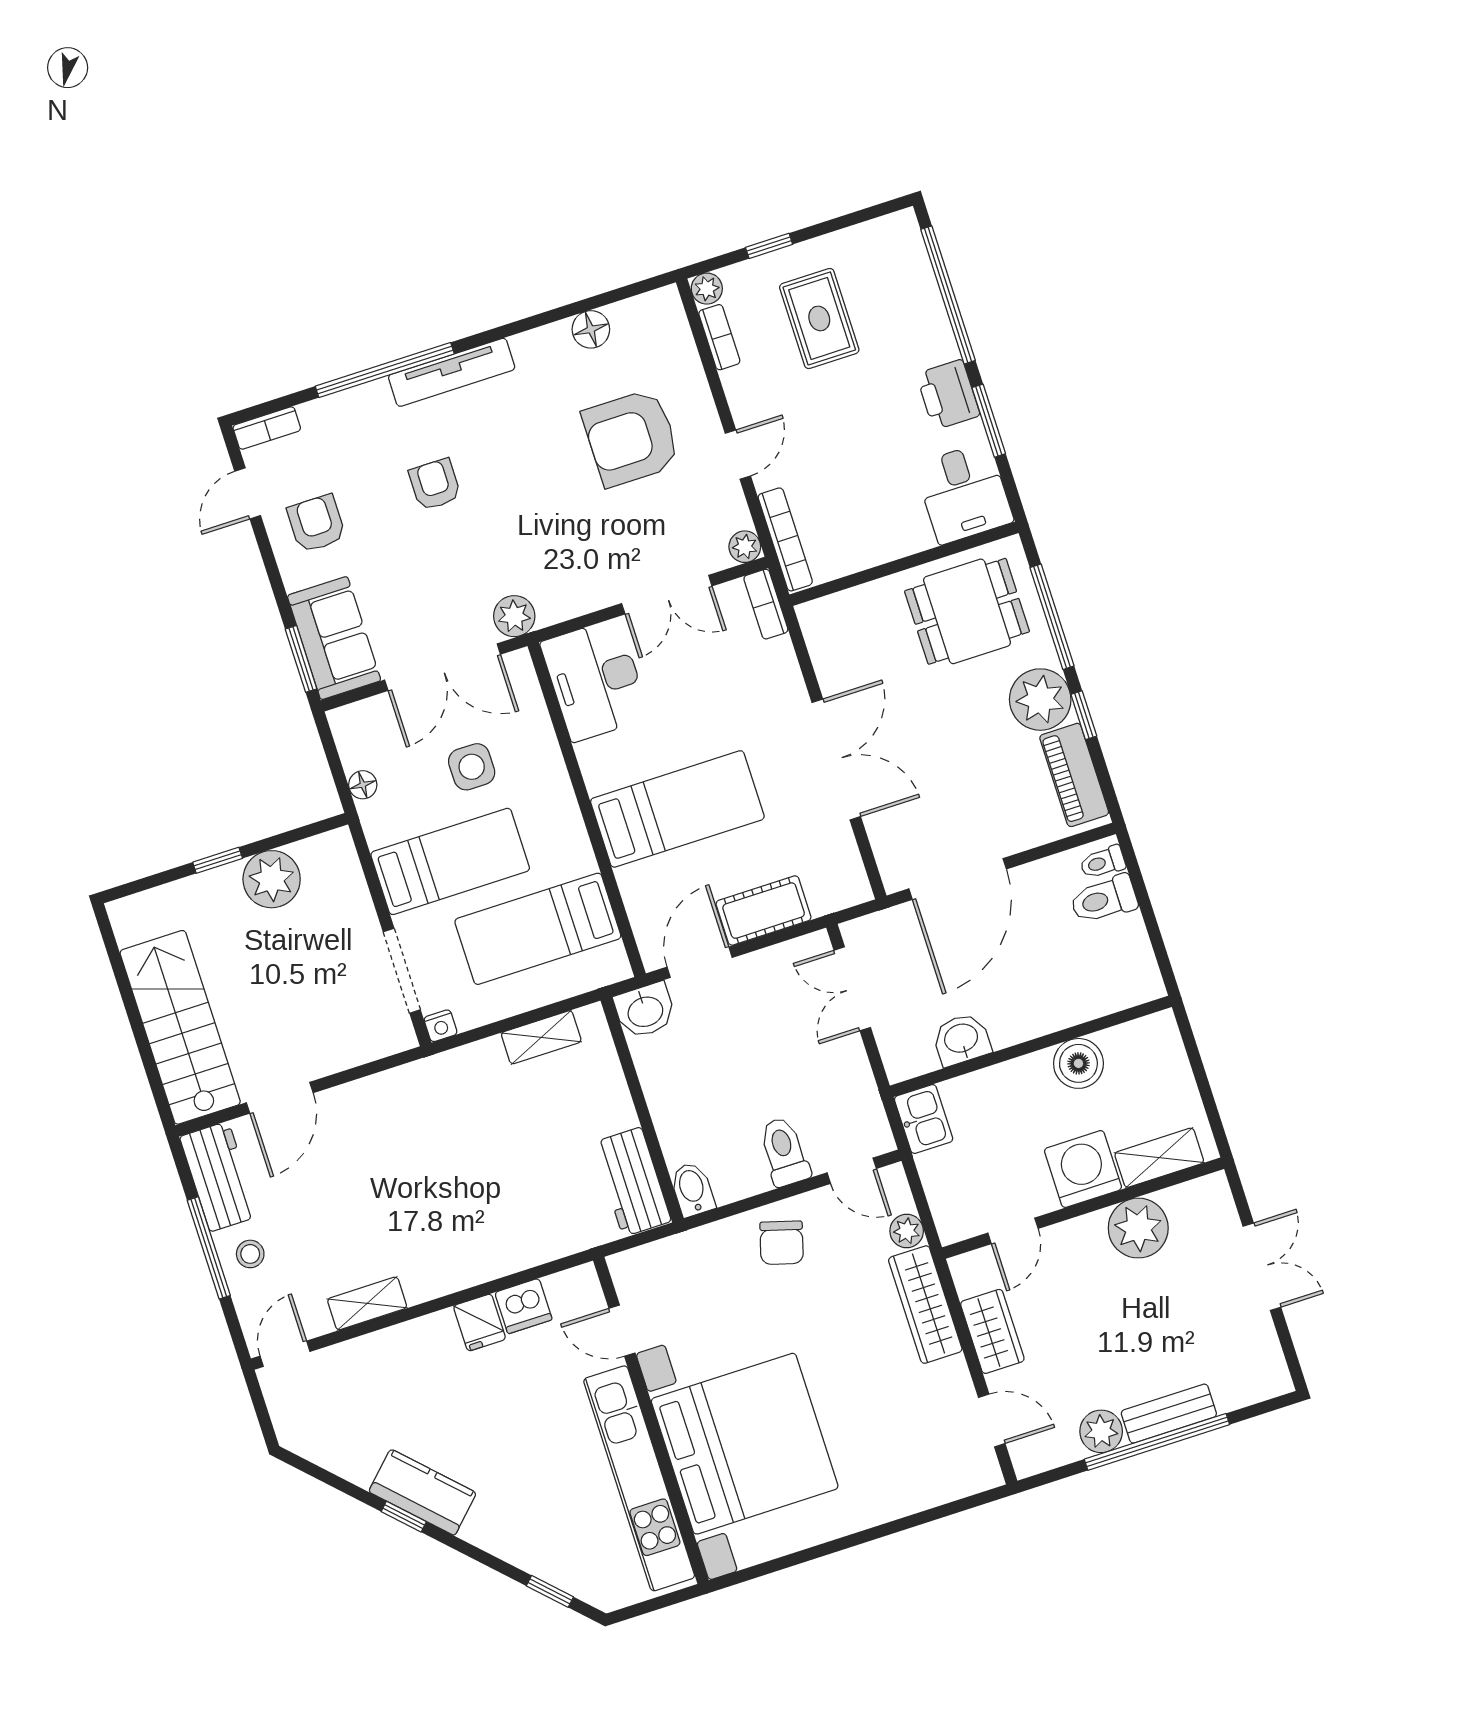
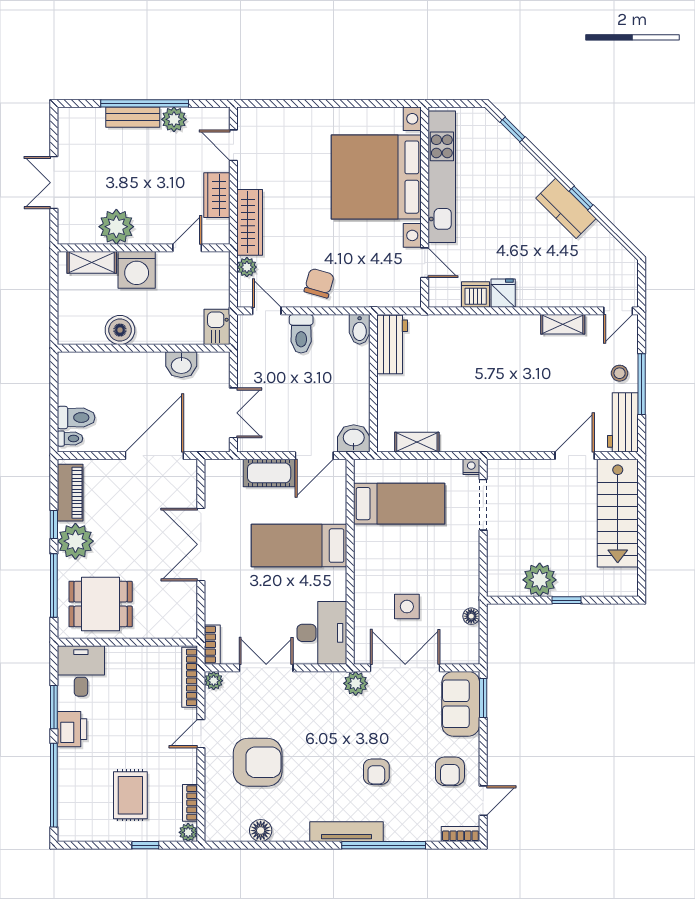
bed: (450, 861) -> (436, 557), removed

